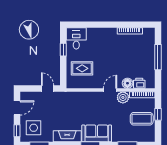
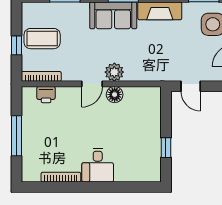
desk: (76, 38) -> (98, 165), moved
rug: (82, 68) -> (136, 118), removed
floor lamp: (127, 83) -> (115, 95), moved
plant: (123, 97) -> (114, 72), moved

